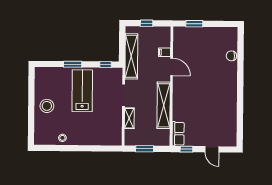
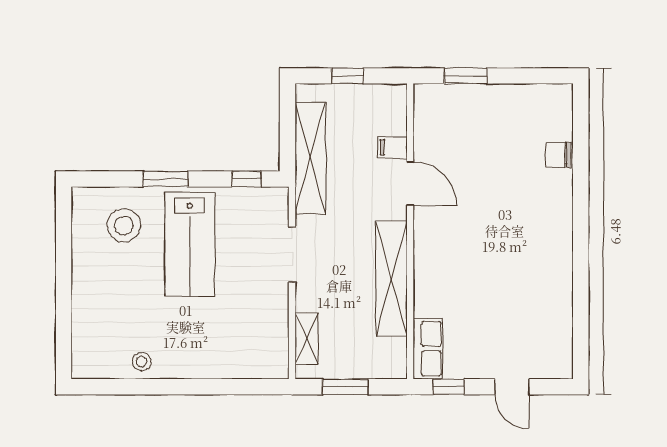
lab bench: (82, 91) -> (190, 244), turned 180
stool: (47, 106) -> (124, 225), moved
shelving: (129, 118) -> (307, 339), moved

